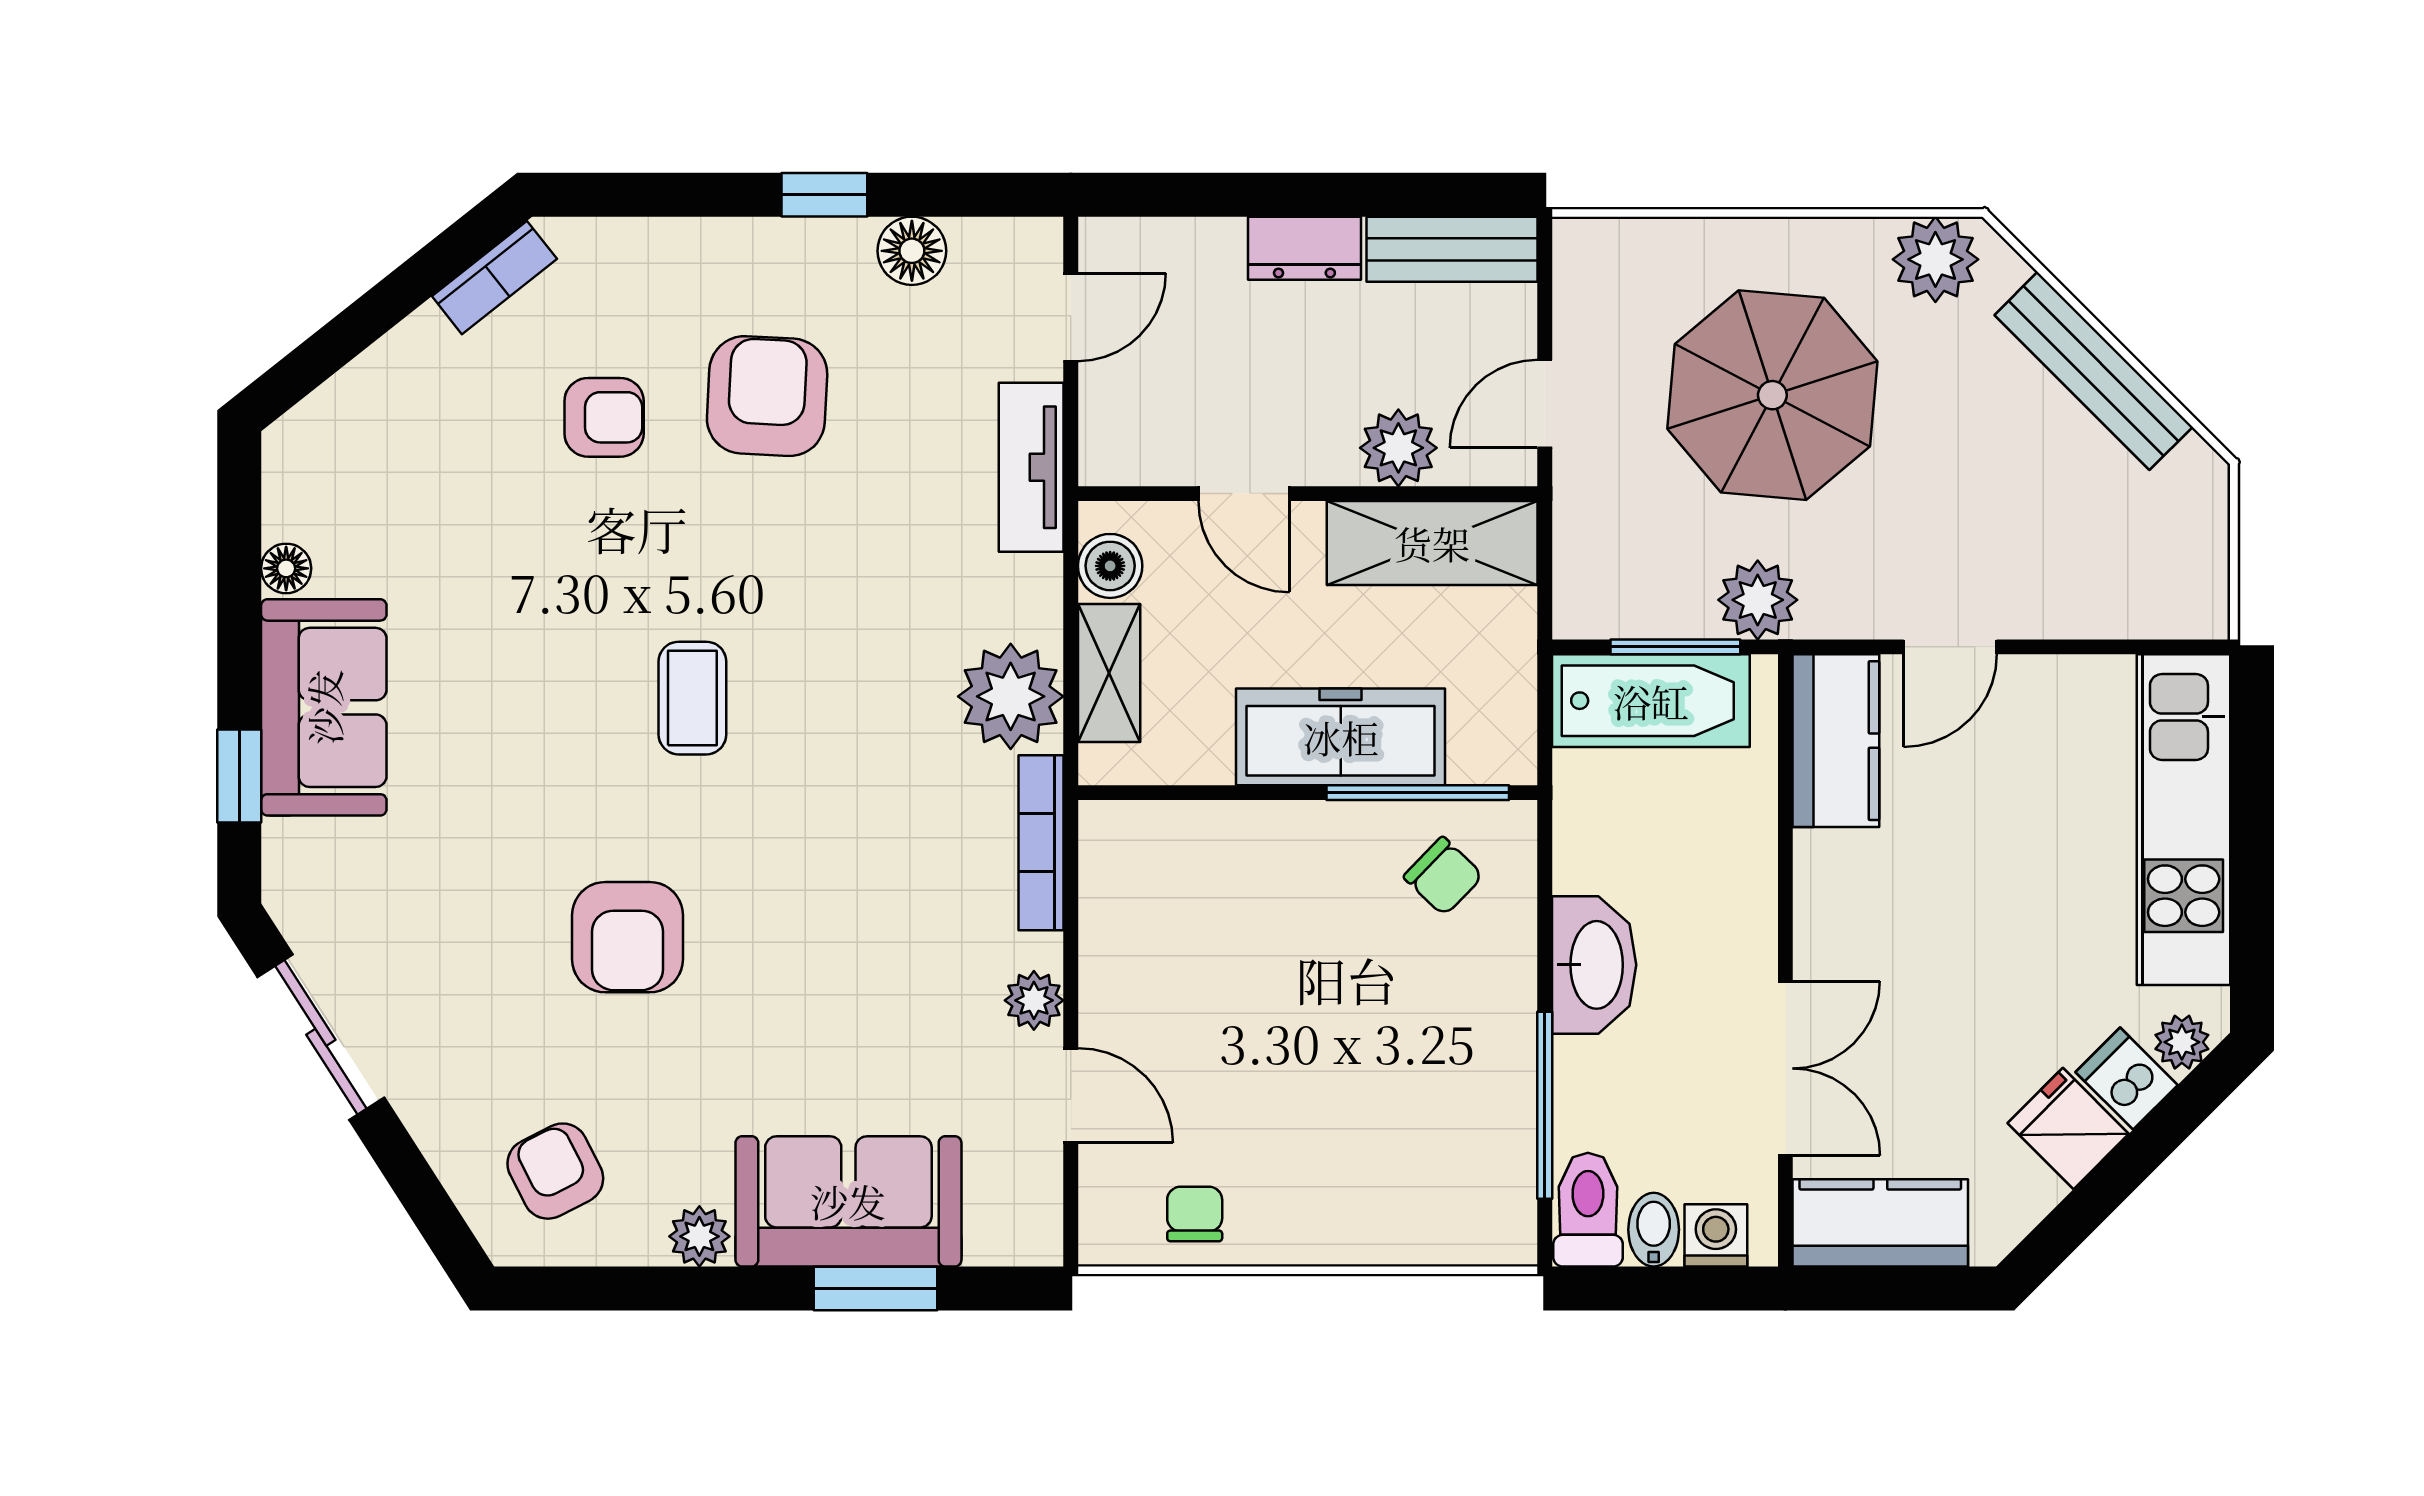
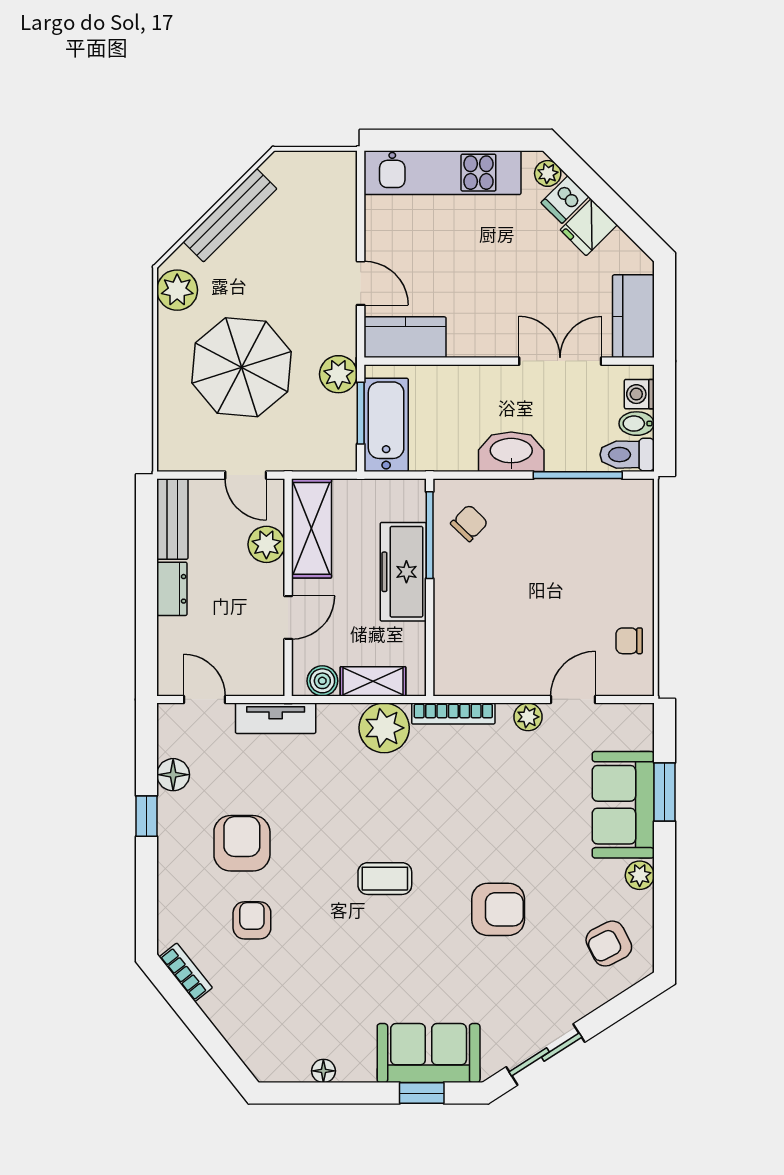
armchair: (767, 396) -> (242, 843), turned 87
sofa: (324, 707) -> (429, 1053), moved

